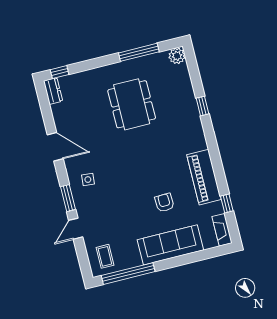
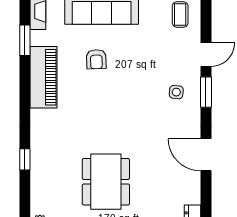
side table: (88, 180) -> (176, 92), moved
window: (227, 203) -> (25, 40), width x1.50

